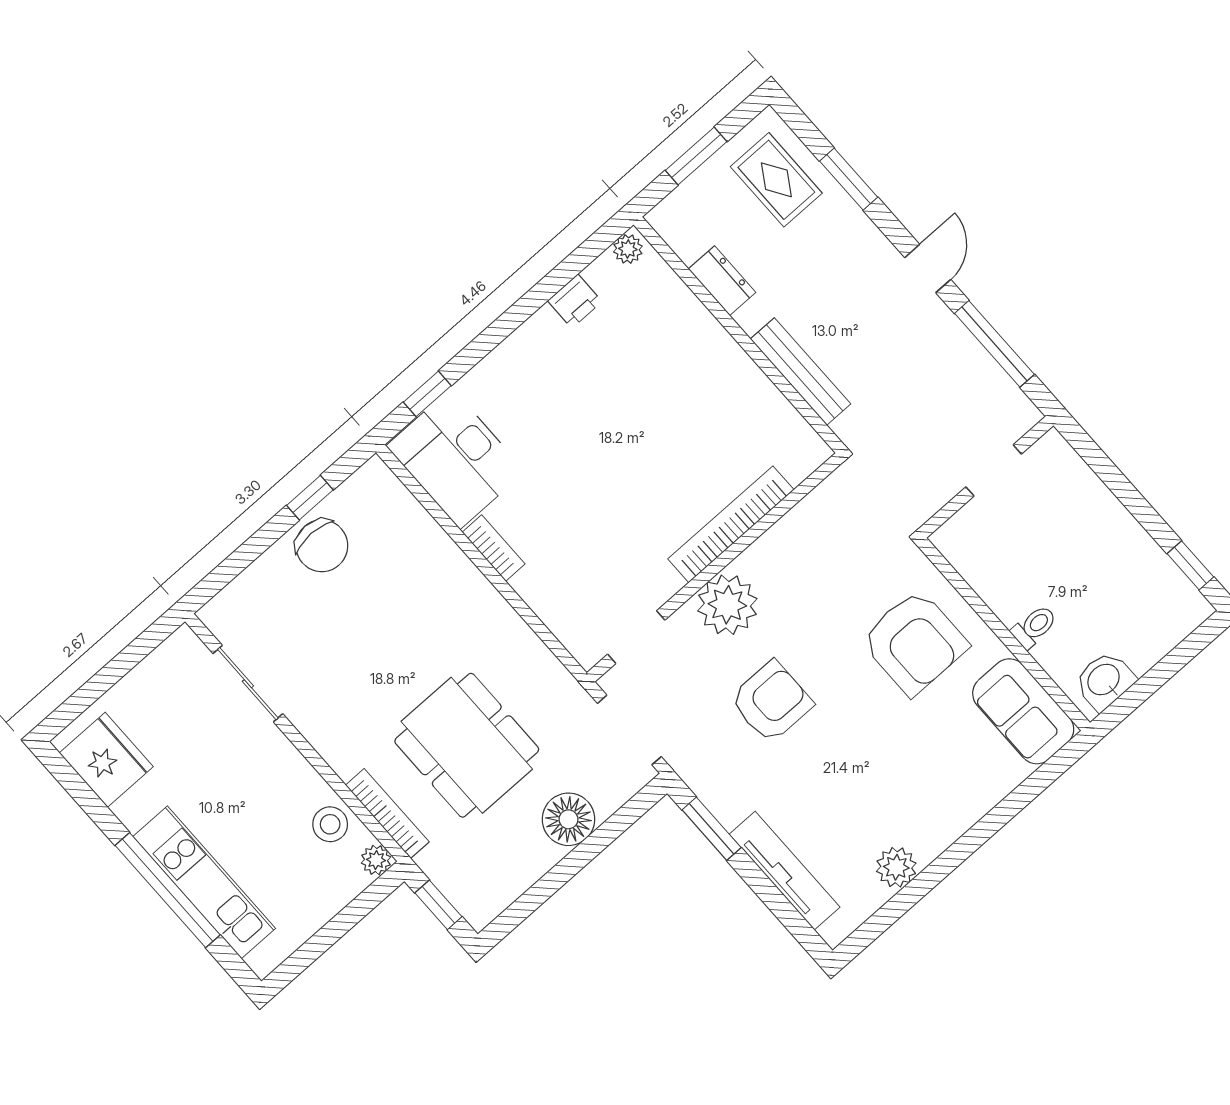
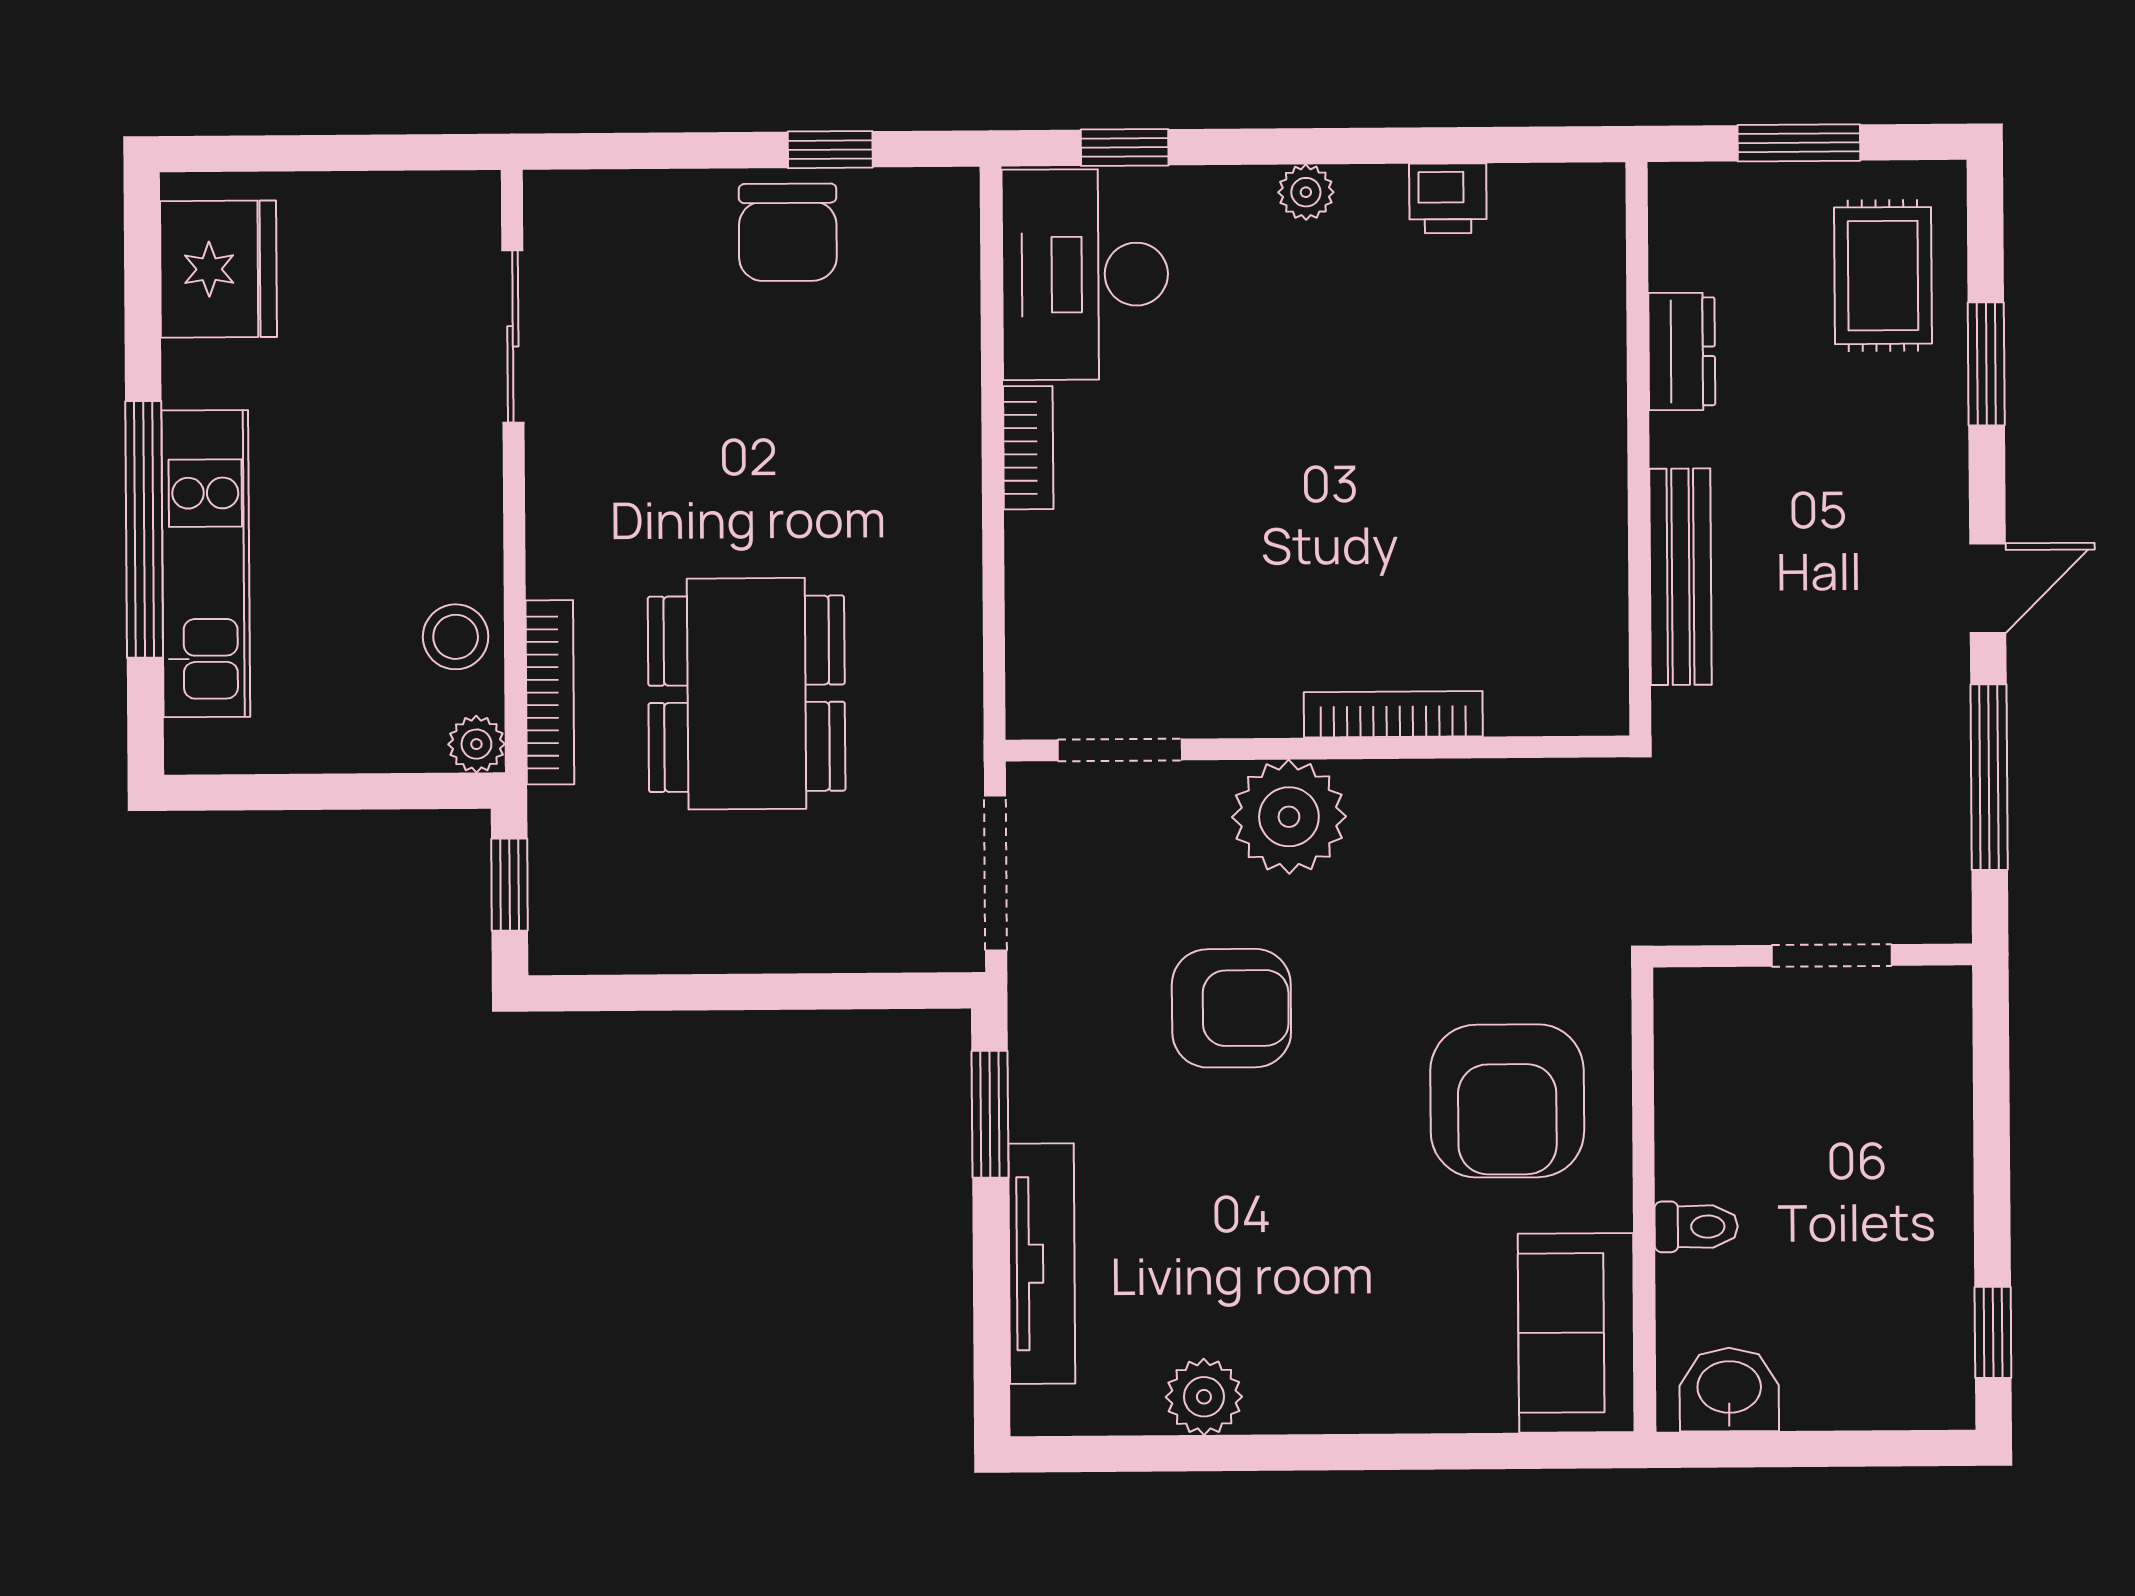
plant: (628, 249) -> (1306, 192), moved
bookcase: (731, 524) -> (1393, 714), width x0.68, depth x0.76
floor lamp: (568, 819) -> (799, 924), removed

